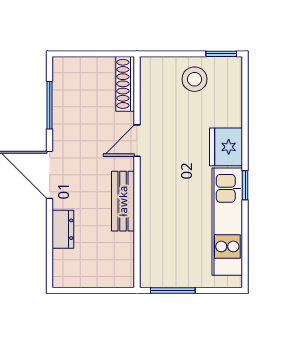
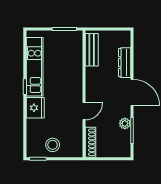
plant: (63, 118) -> (125, 123), added
bench: (123, 201) -> (92, 50), moved
dresser: (63, 229) -> (125, 63), width x1.44

